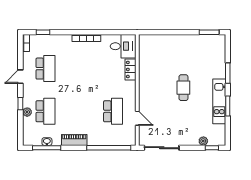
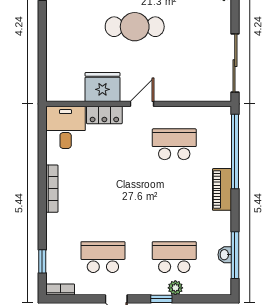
fridge: (147, 68) -> (102, 87), added
cafe table: (183, 88) -> (135, 27), width x1.37, depth x1.35
door: (137, 118) -> (142, 104), moved
piano: (74, 140) -> (222, 189), moved

